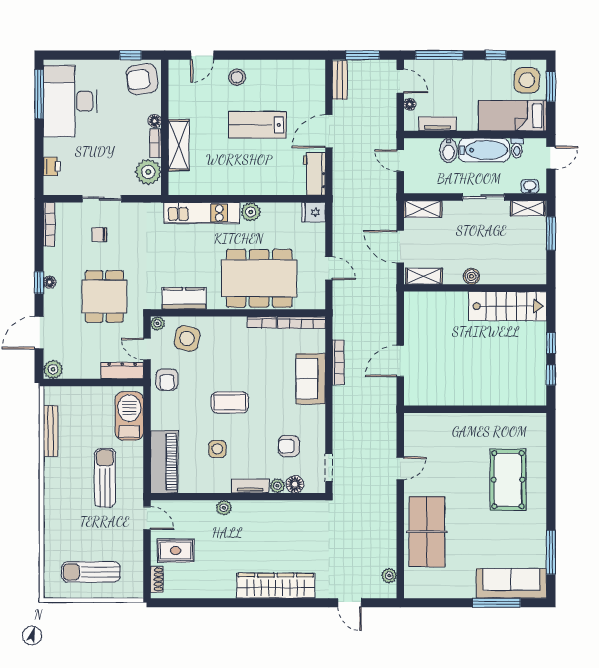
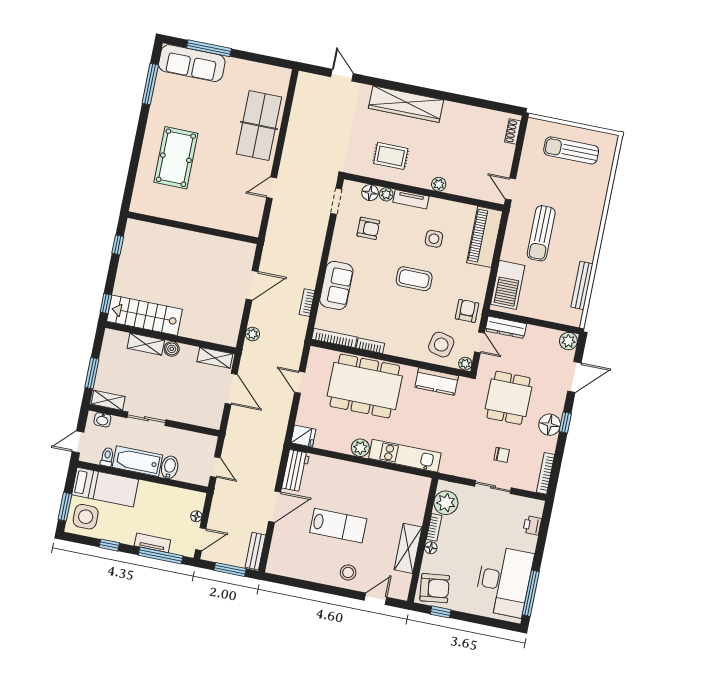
door: (400, 81) -> (201, 539), swing flipped
tv unit: (437, 124) -> (152, 543), moved, turned 180
shelving: (179, 145) -> (408, 548), moved
shelving: (423, 209) -> (146, 344), moved
floor lamp: (50, 282) -> (550, 425), width x1.89, depth x1.89
window: (551, 343) -> (106, 304), moved
bookcase: (338, 362) -> (307, 303), width x0.64
rug: (176, 551) -> (391, 156), moved
sun lounger: (91, 572) -> (571, 150), turned 180
plant: (389, 576) -> (252, 334), moved

